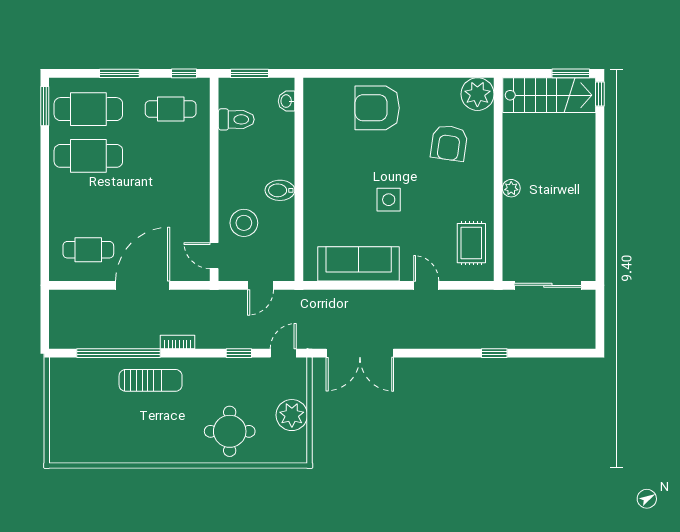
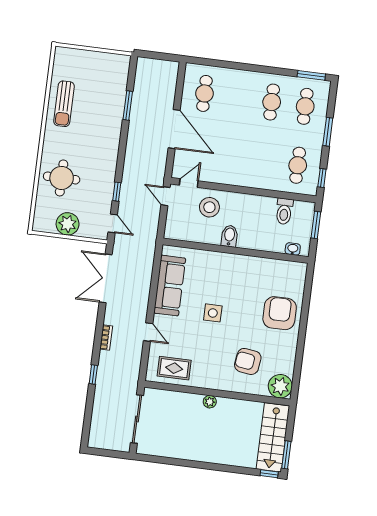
cafe table: (88, 109) -> (305, 106), width x0.73, depth x0.74
cafe table: (88, 156) -> (272, 102), width x0.73, depth x0.74
door: (261, 285) -> (165, 196), moved
door: (426, 285) -> (148, 332), hinge flipped
bookcase: (178, 342) -> (106, 338), moved
window: (118, 353) -> (128, 106), width x0.47
sun lounger: (151, 380) -> (64, 104), moved

